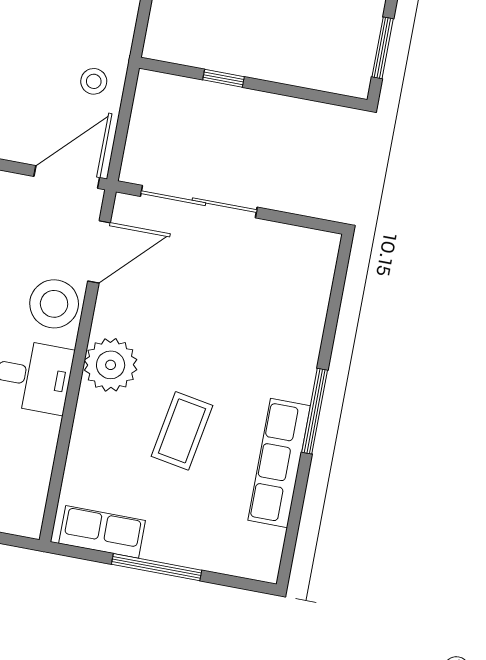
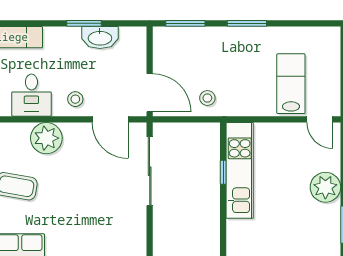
kitchen unit: (226, 50) -> (240, 170), added
stool: (54, 304) -> (75, 99), width x0.53, depth x0.53

